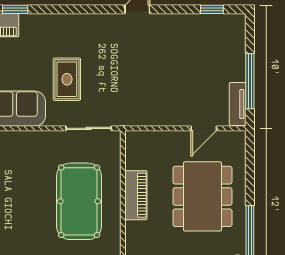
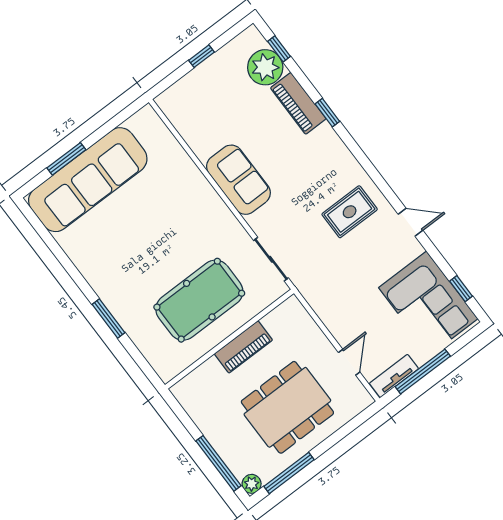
corner sofa: (204, 41) -> (428, 303), added
rug: (67, 79) -> (350, 212), moved
door: (204, 128) -> (349, 362), swing flipped

